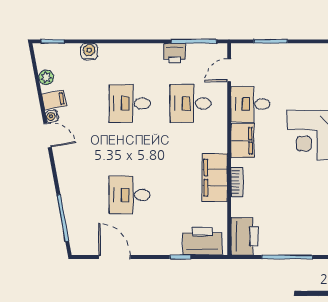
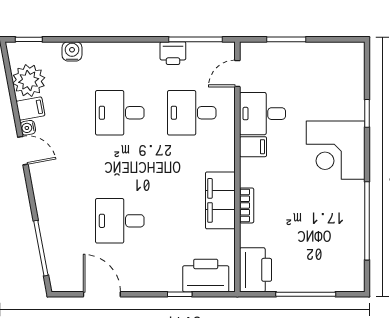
plant: (46, 77) -> (29, 80), width x1.87, depth x1.87
filing cabinet: (242, 141) -> (253, 147), width x0.50

